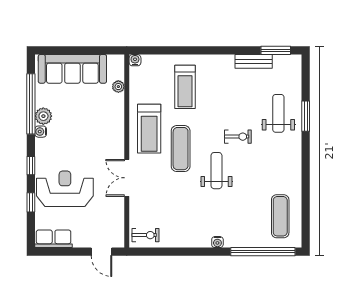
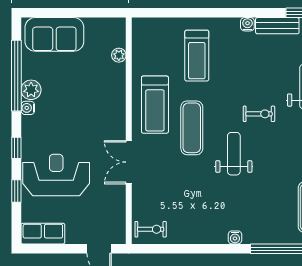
water cooler: (135, 60) -> (247, 24), moved
sofa: (72, 69) -> (54, 34), width x0.73

